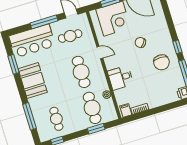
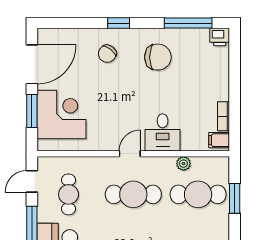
chair: (140, 42) -> (107, 54), moved
window: (177, 47) -> (119, 23), moved
door: (100, 53) -> (130, 154), moved

